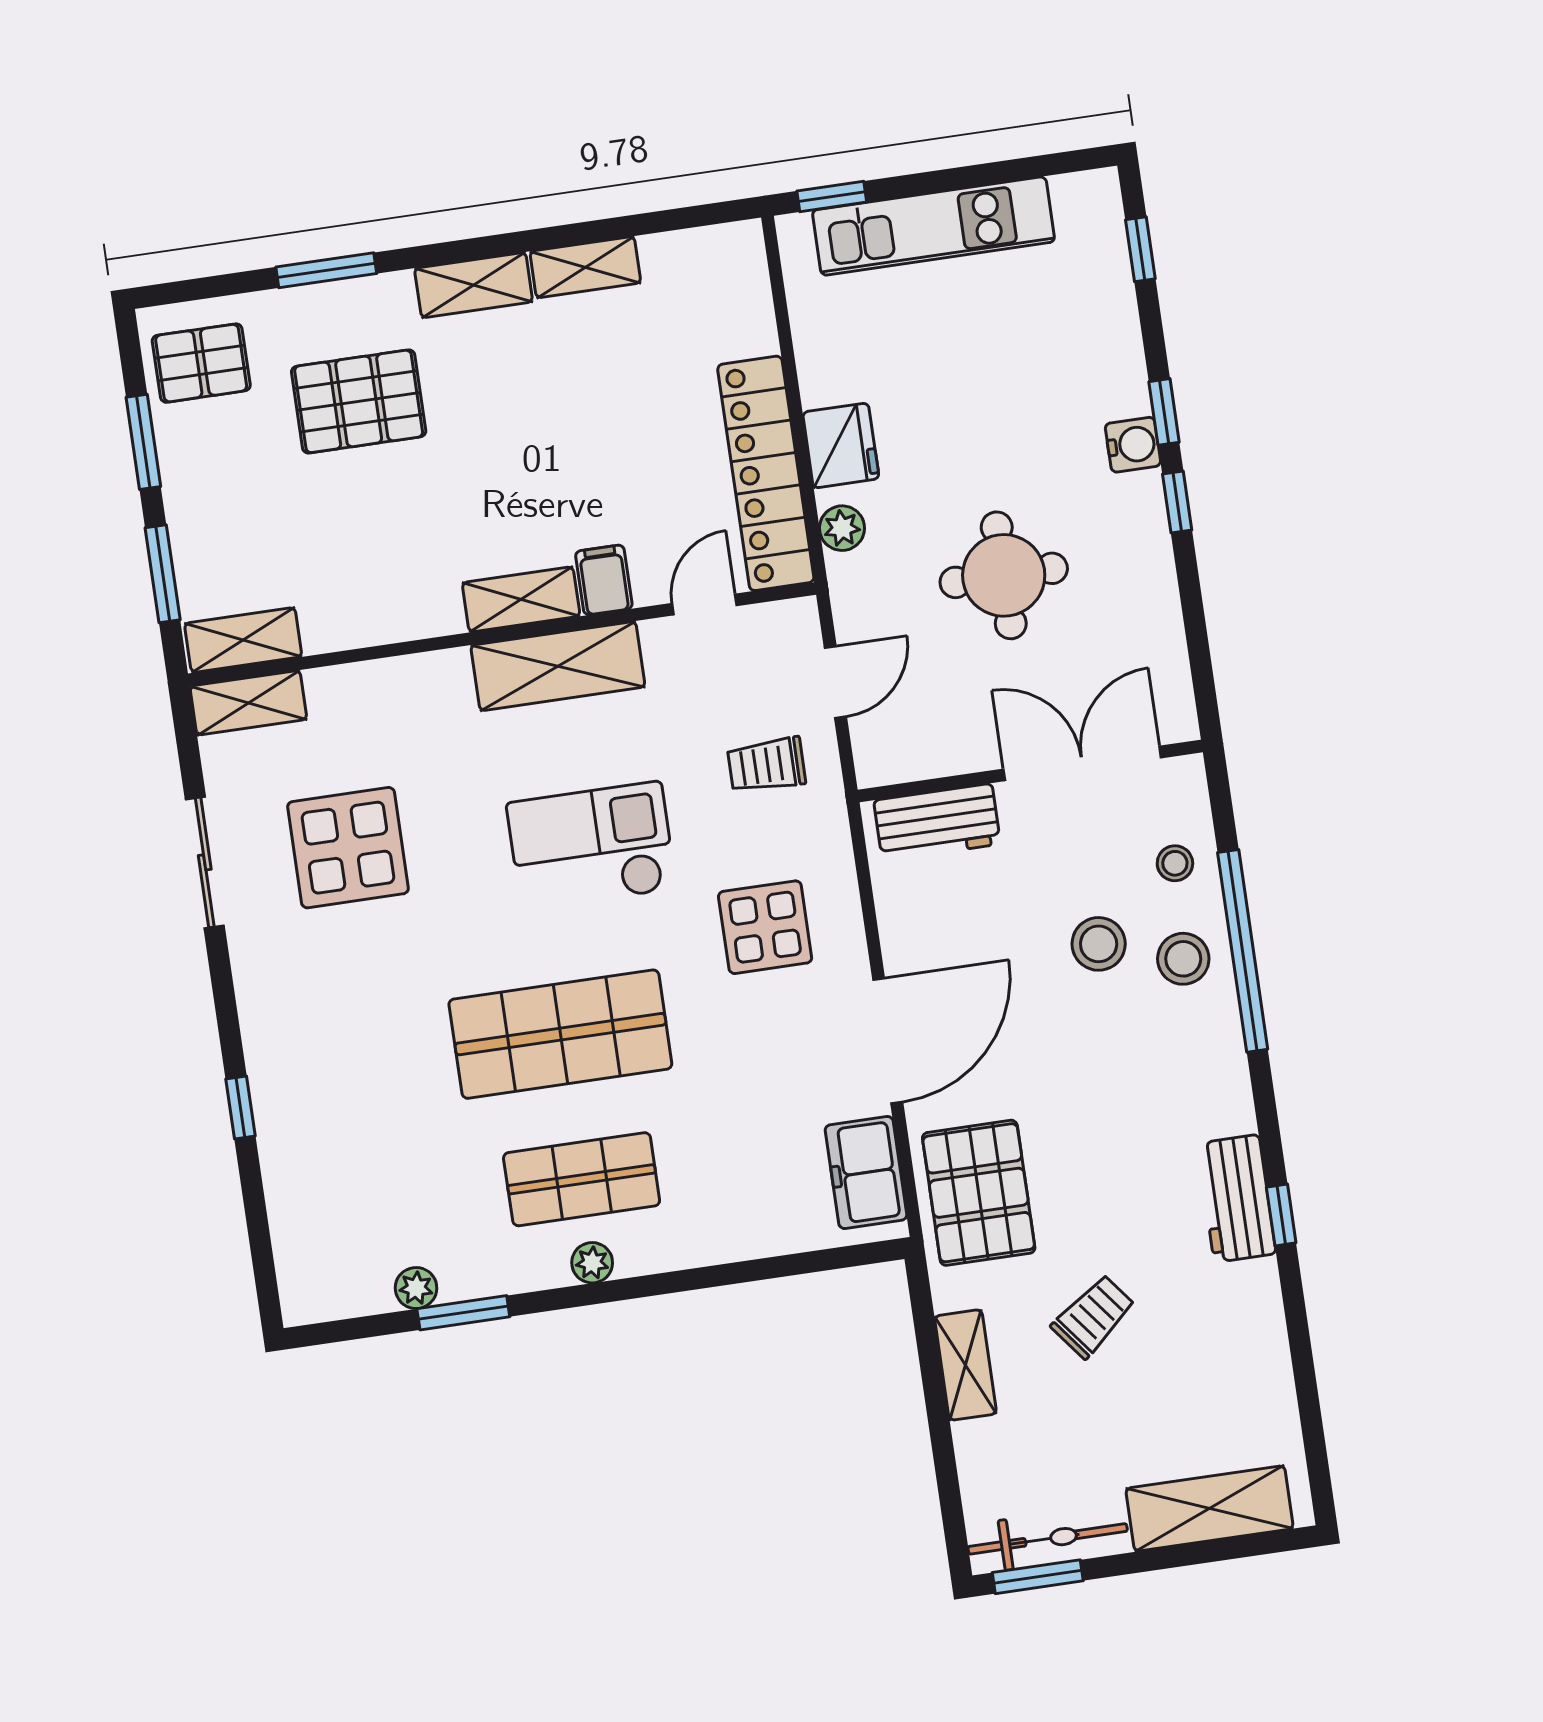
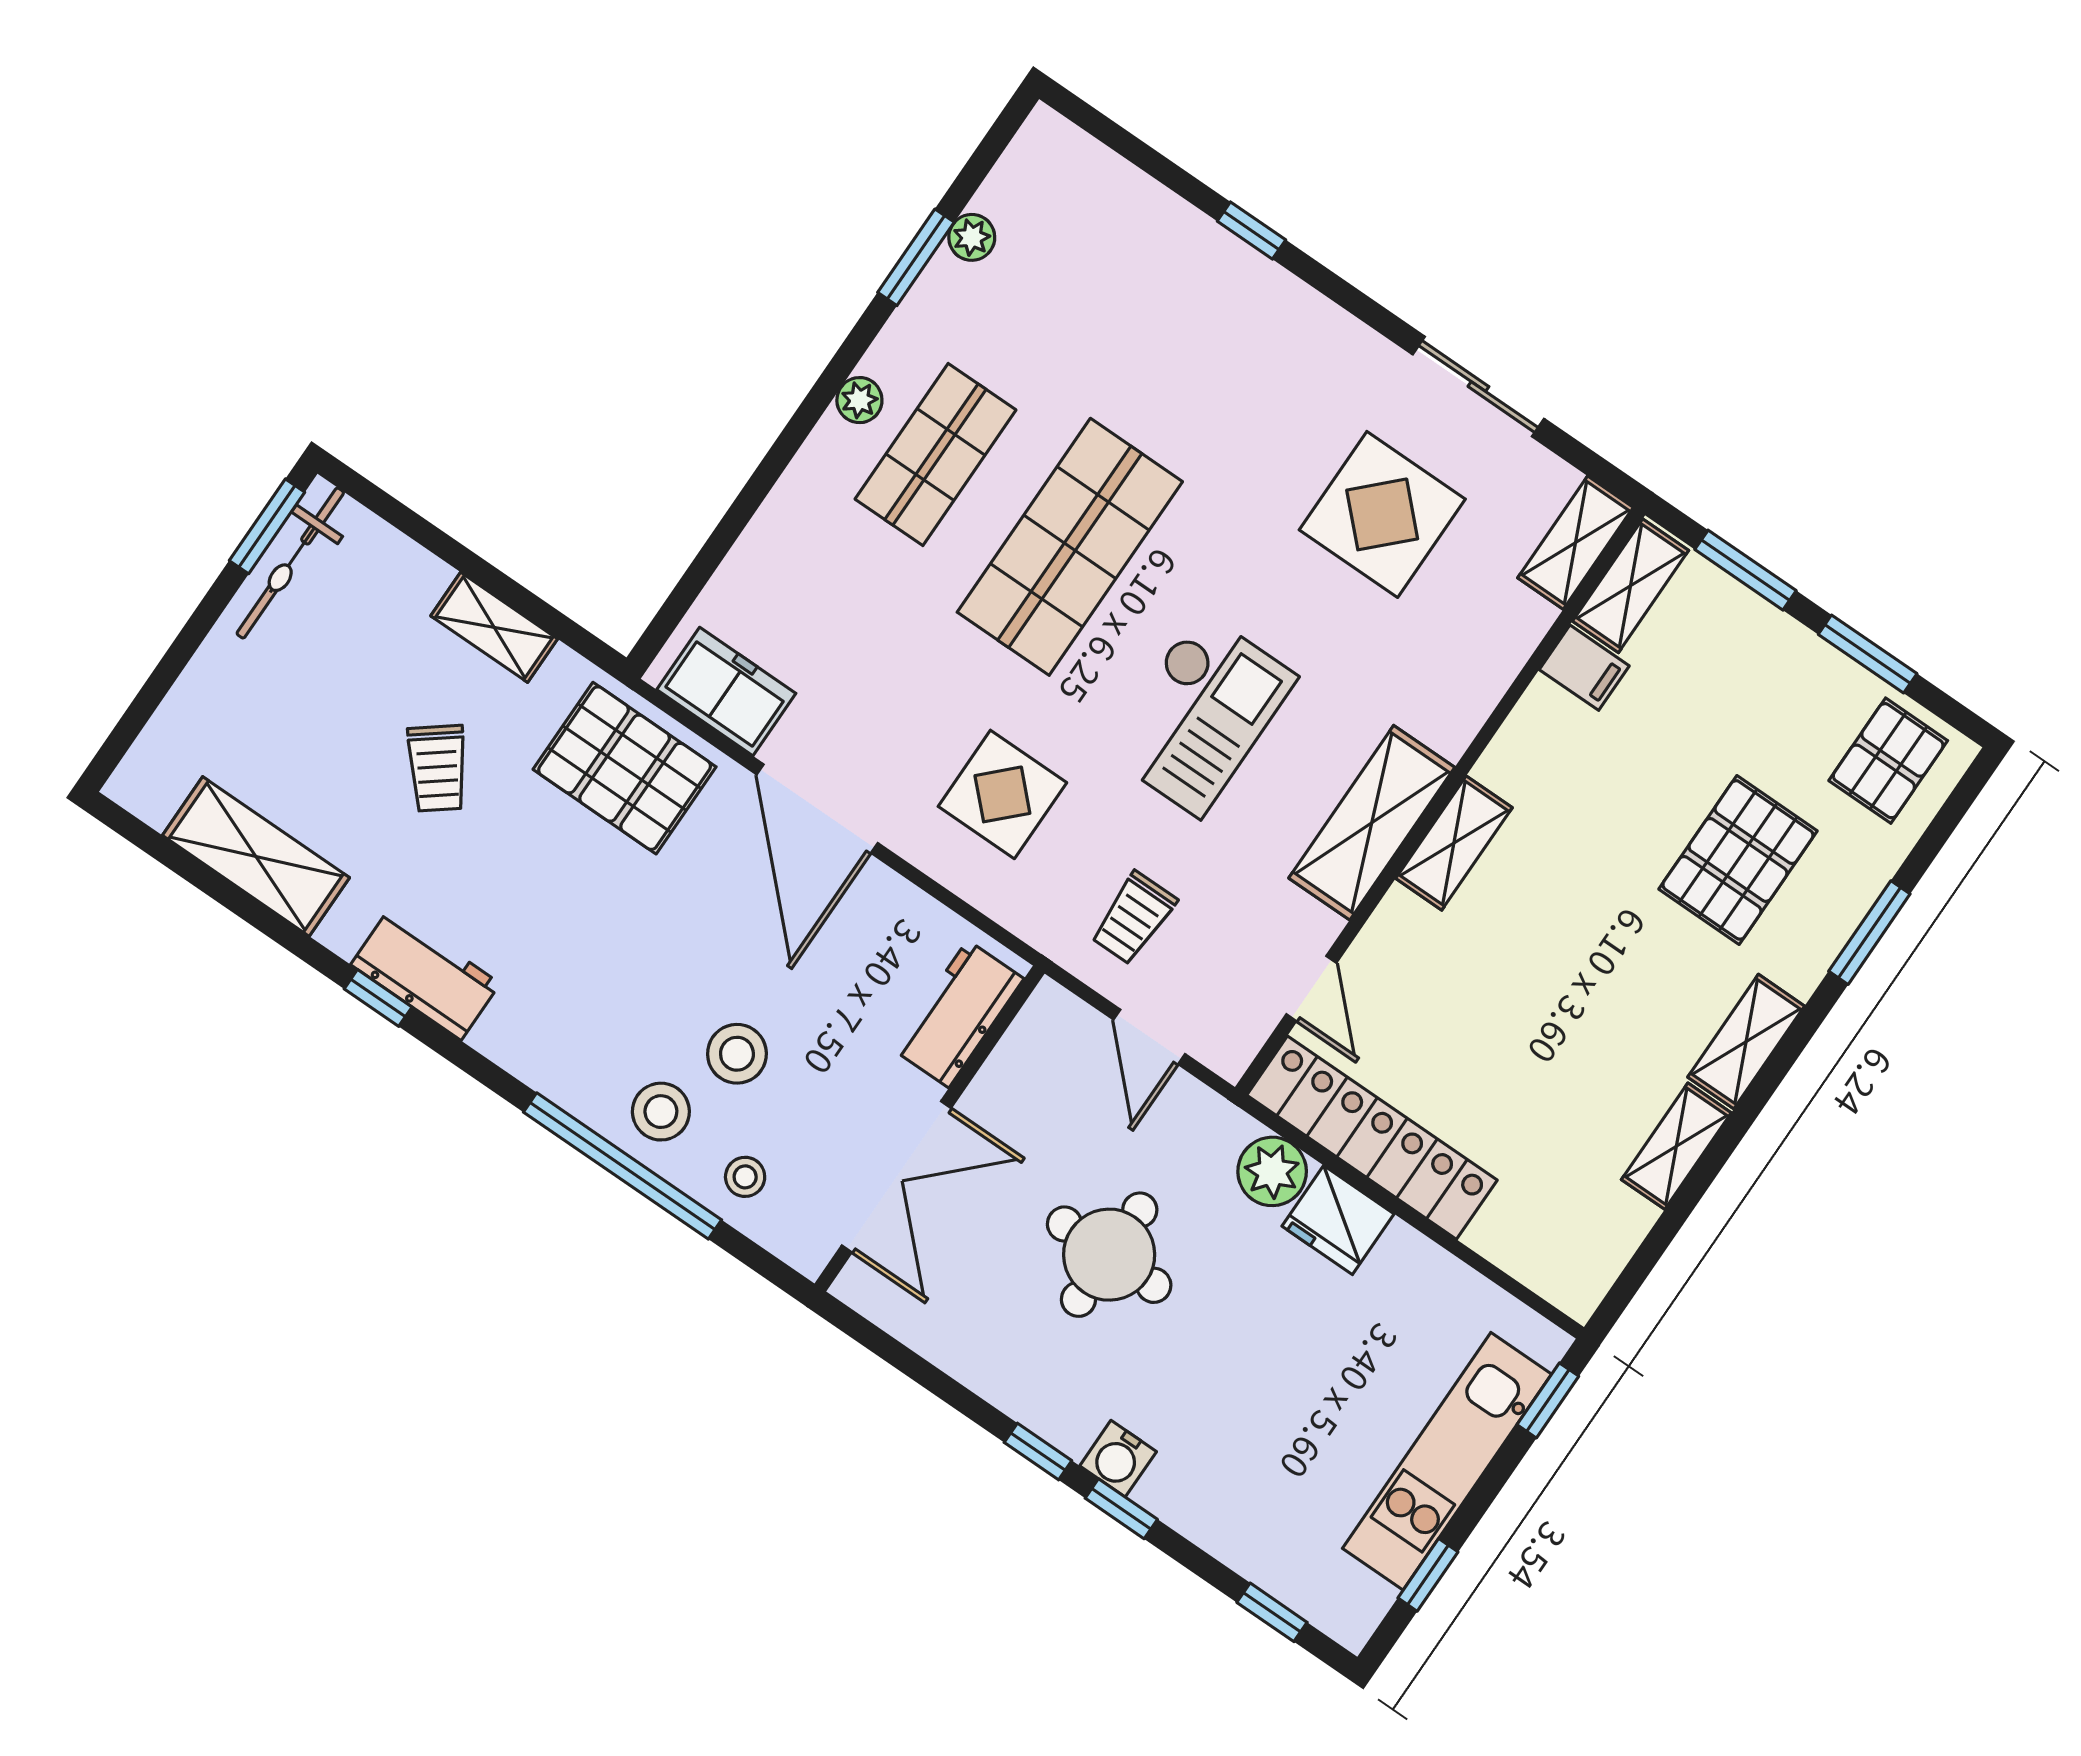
window: (1020, 169) -> (1428, 1575), added
plant: (842, 528) -> (1272, 1171), width x1.38, depth x1.38
filing cabinet: (604, 580) -> (1584, 668), moved
trolley: (766, 765) -> (1134, 918), turned 180
shelving: (1209, 1509) -> (256, 856), moved, turned 90

